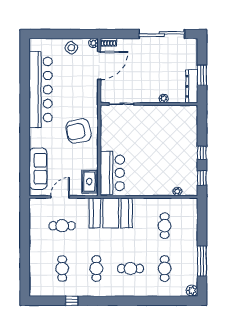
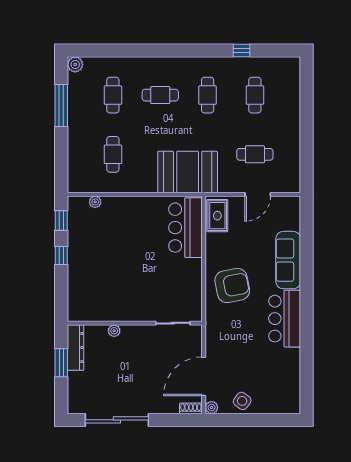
bar counter: (41, 90) -> (285, 319), width x0.54
sofa: (38, 169) -> (288, 260), moved

